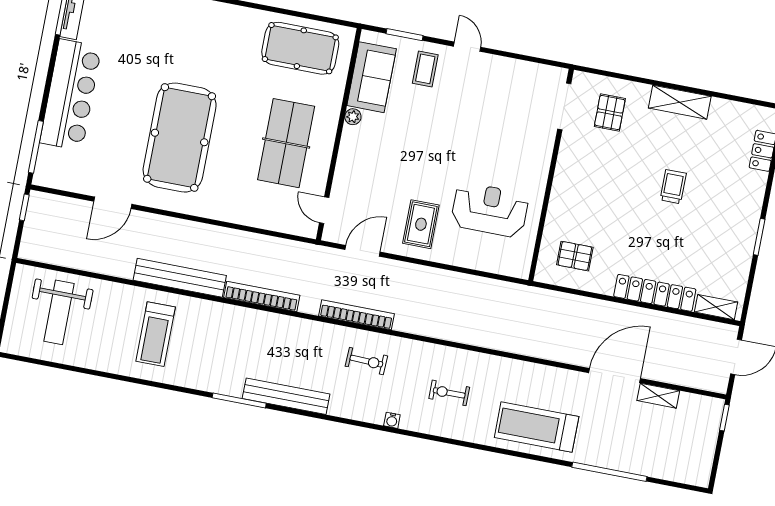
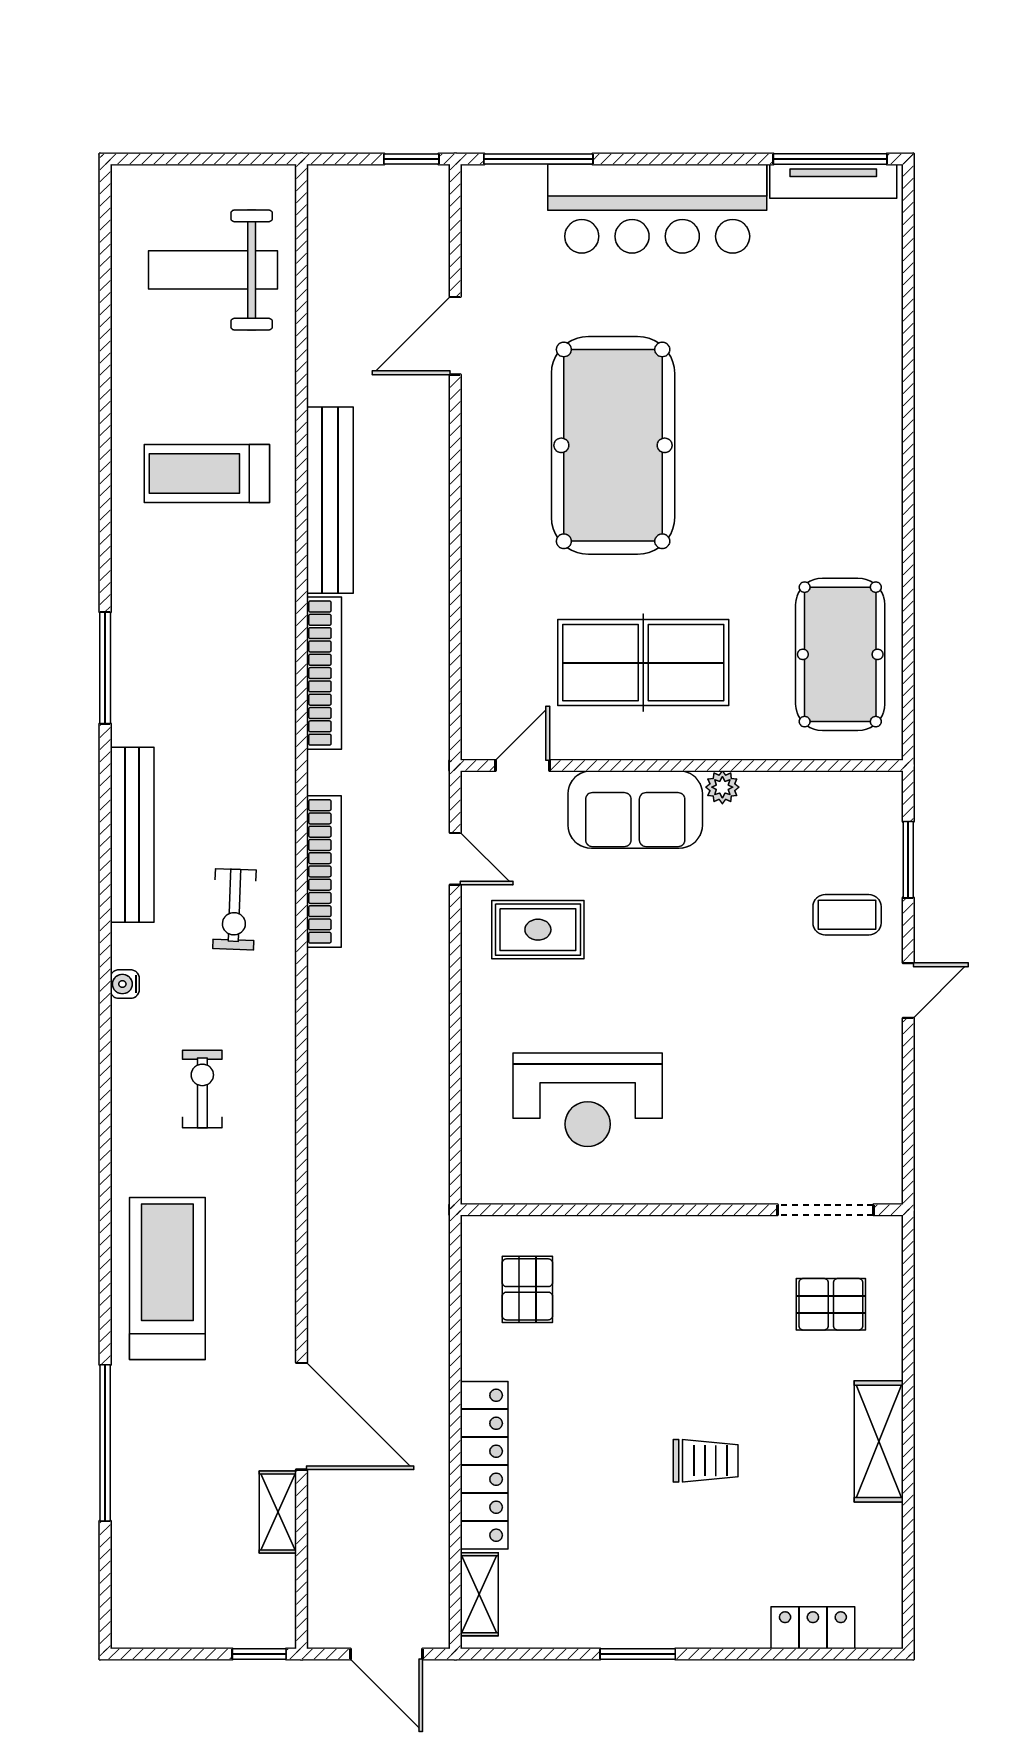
sofa: (372, 77) -> (635, 810), moved
pool table: (180, 138) -> (613, 445), turned 90
door: (113, 203) -> (455, 336), hinge flipped
reception desk: (490, 210) -> (588, 1100), turned 90
rug: (421, 224) -> (538, 930), moved
door: (363, 251) -> (455, 859), width x0.73
bench: (286, 396) -> (132, 835), moved

